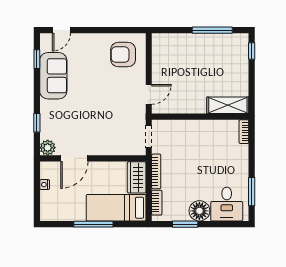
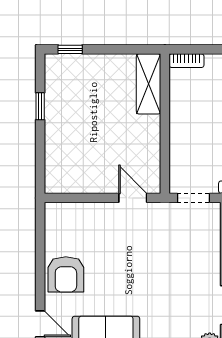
window: (212, 30) -> (40, 106), width x0.46
armchair: (123, 55) -> (66, 274), moved

